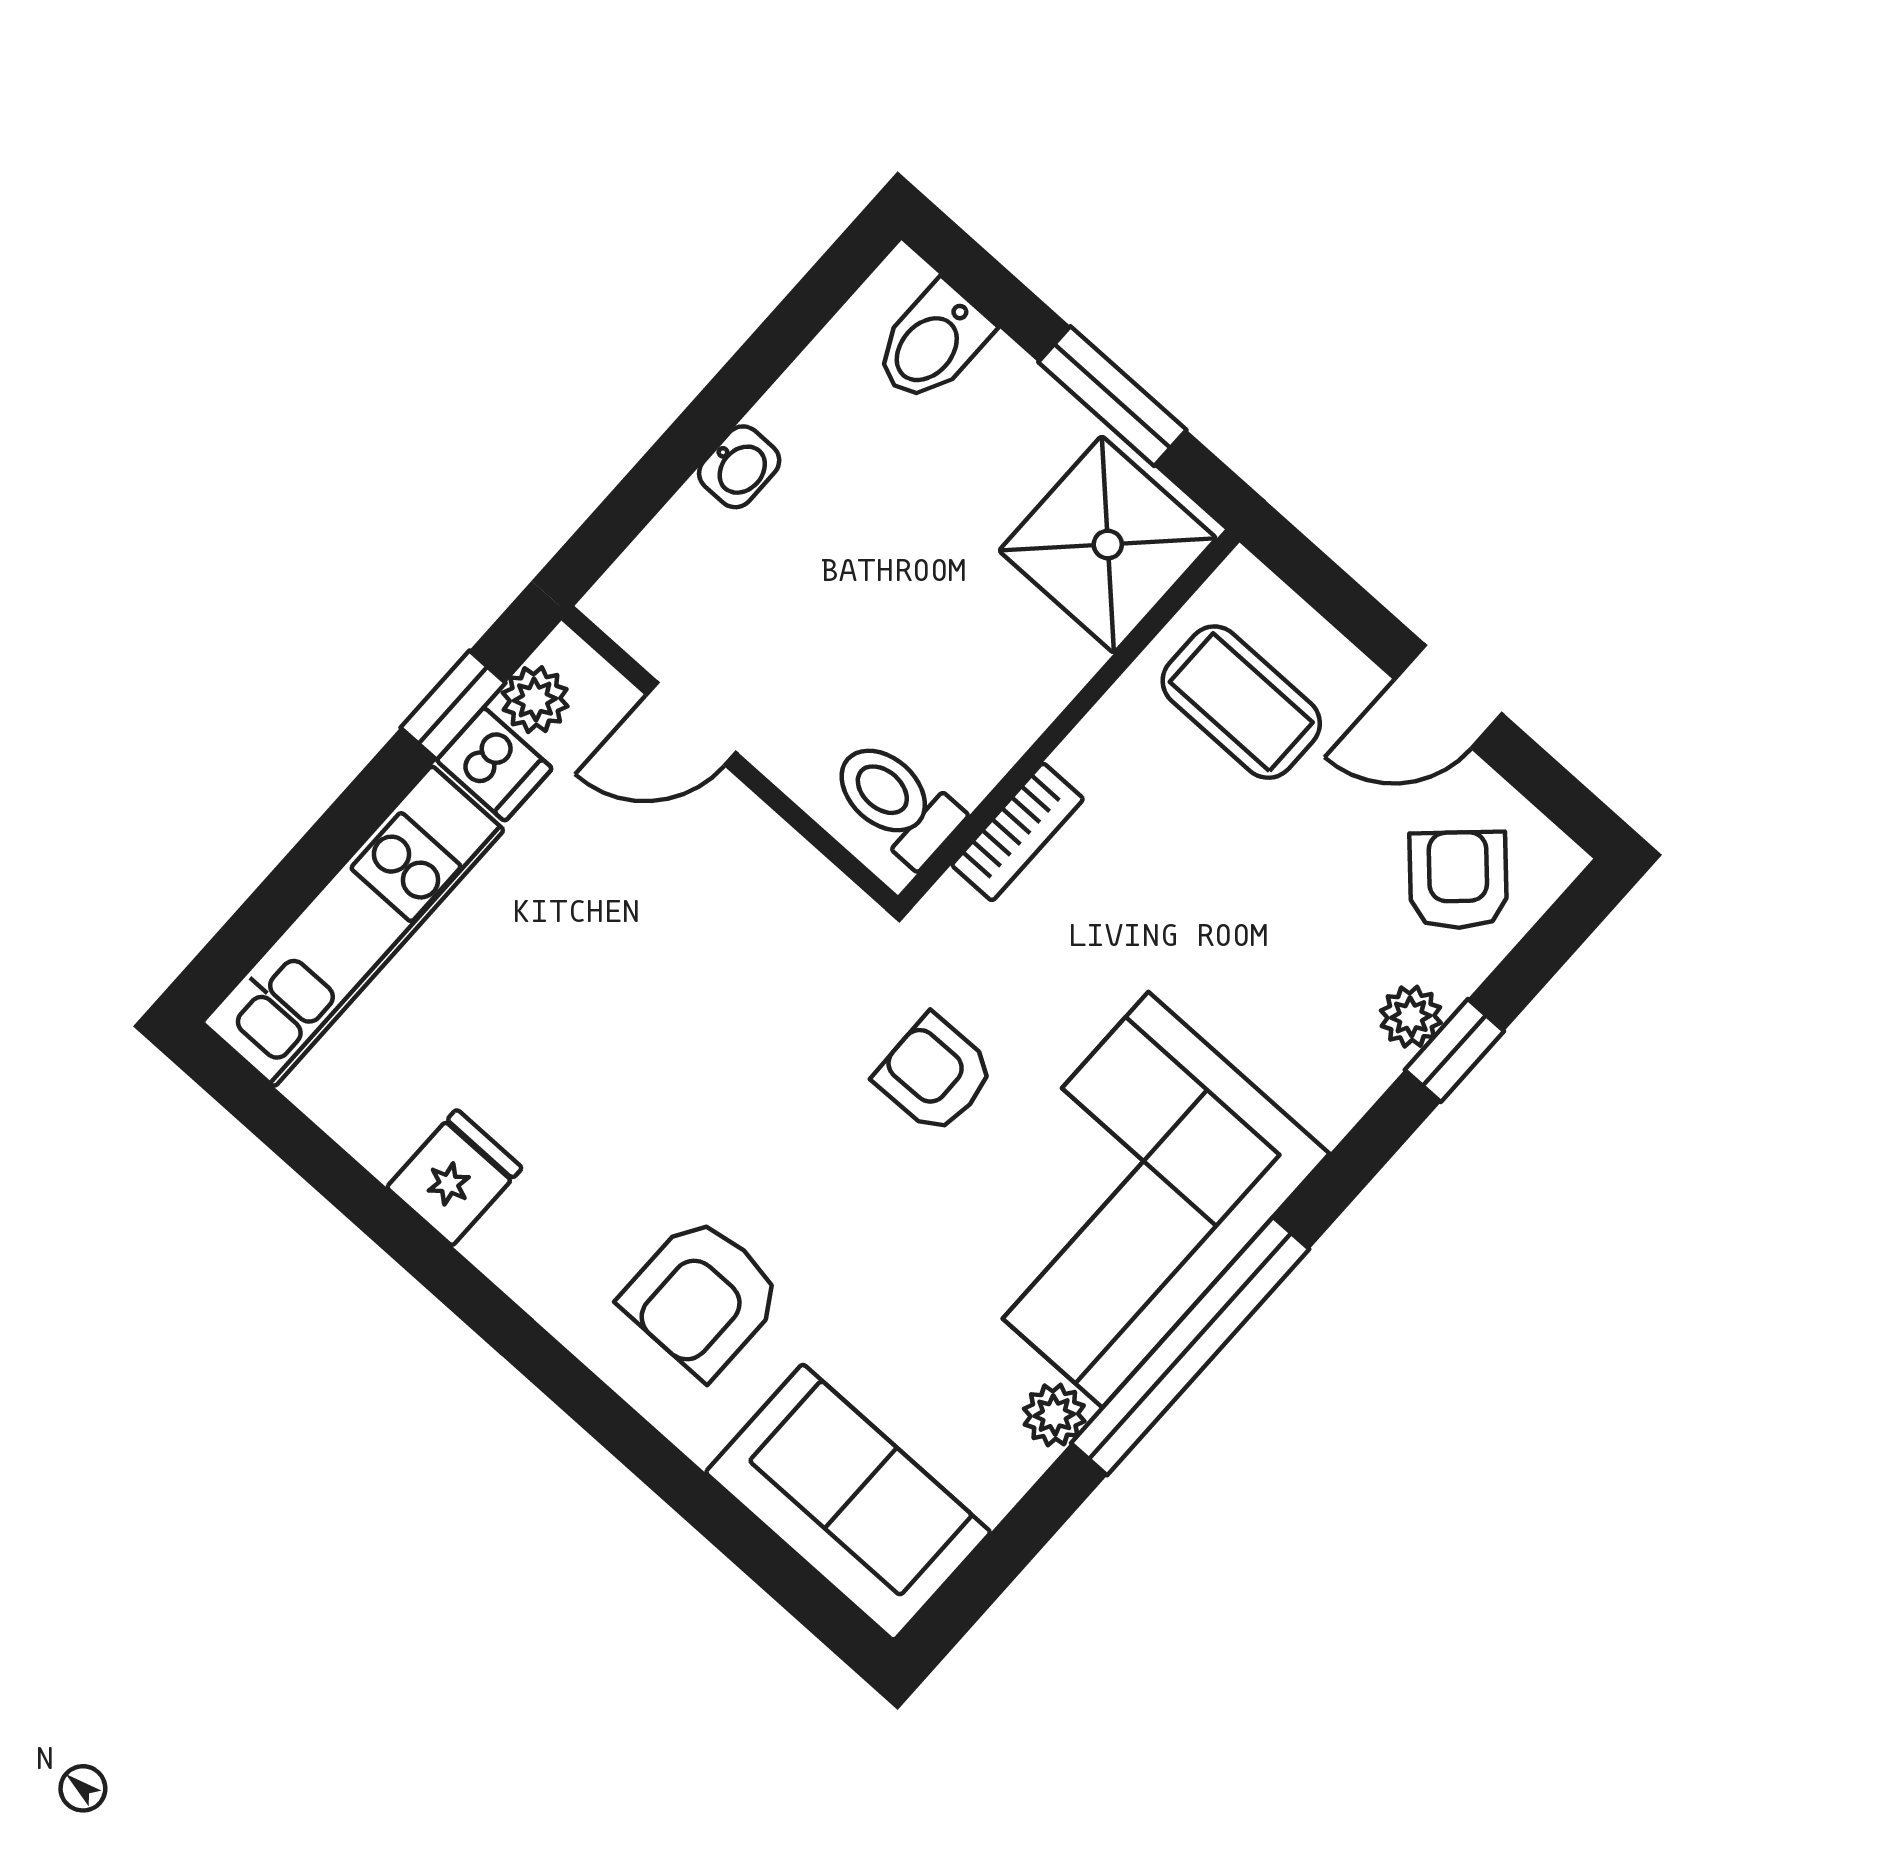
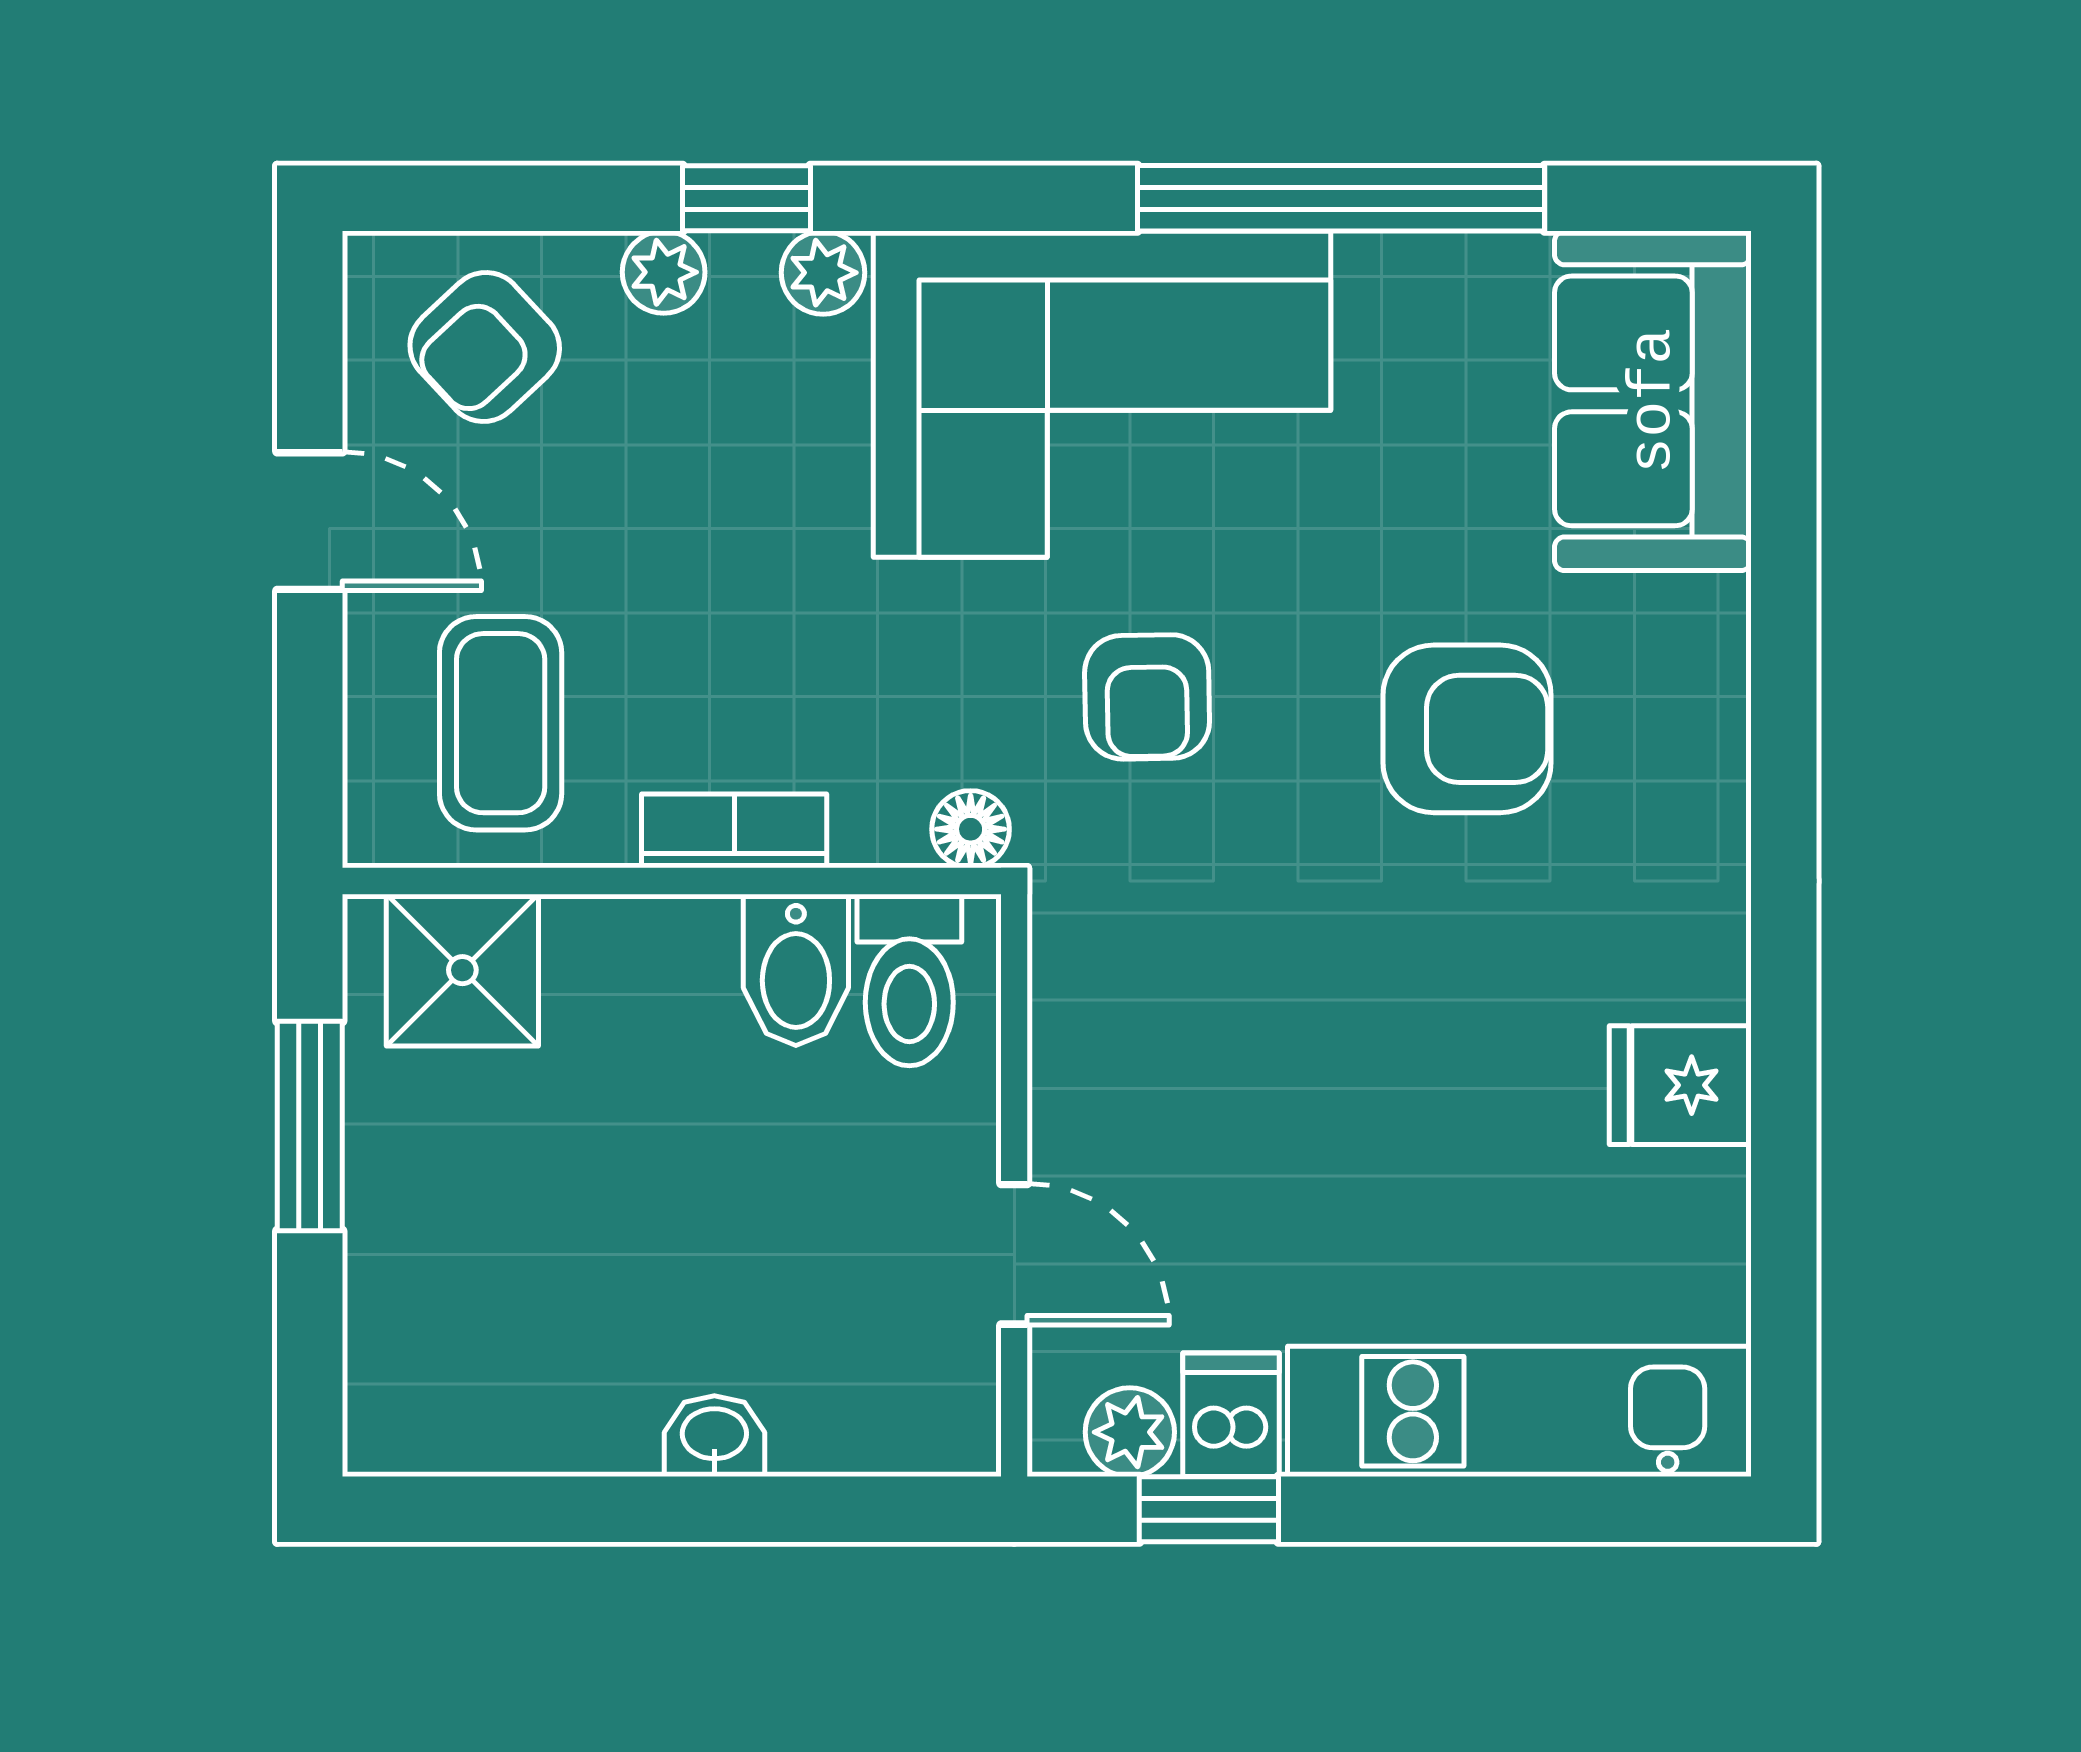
bidet: (932, 343) -> (796, 970), moved, turned 90
shower: (1108, 545) -> (462, 970), width x0.73, depth x0.73
bookcase: (1018, 832) -> (734, 831), moved
floor lamp: (949, 910) -> (971, 829), added
window: (1454, 1050) -> (746, 198), moved
armchair: (702, 1297) -> (1467, 729), moved
window: (1190, 1346) -> (1341, 198), moved
plant: (1054, 1415) -> (823, 273), moved

